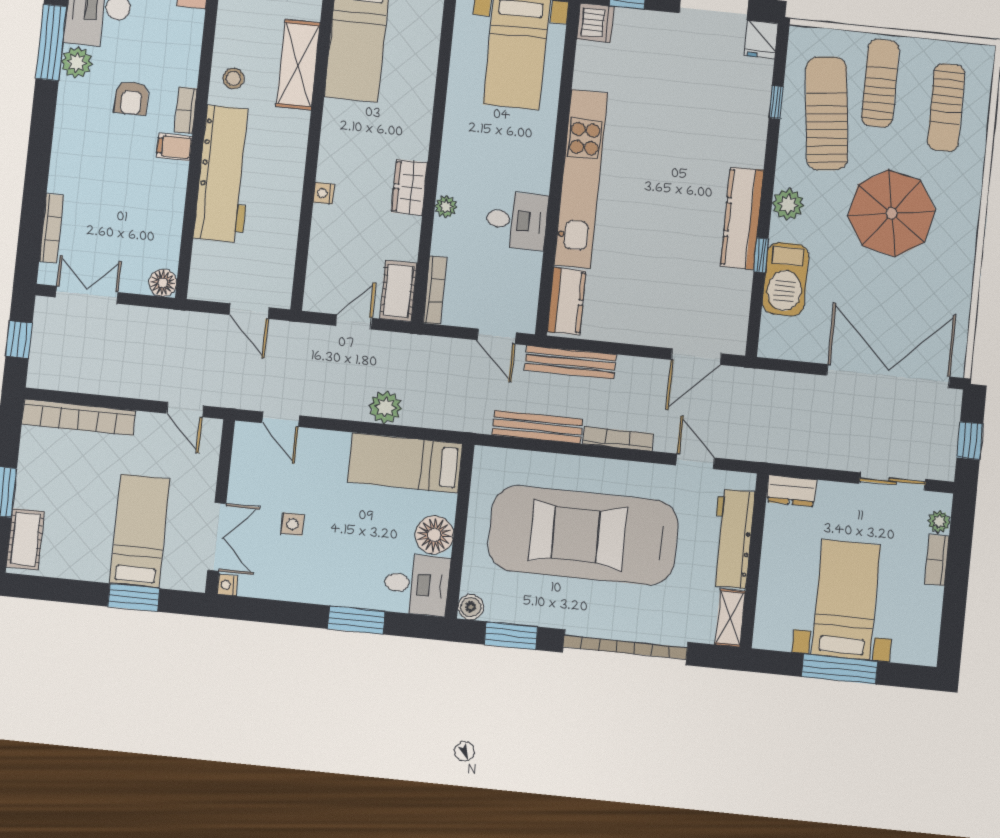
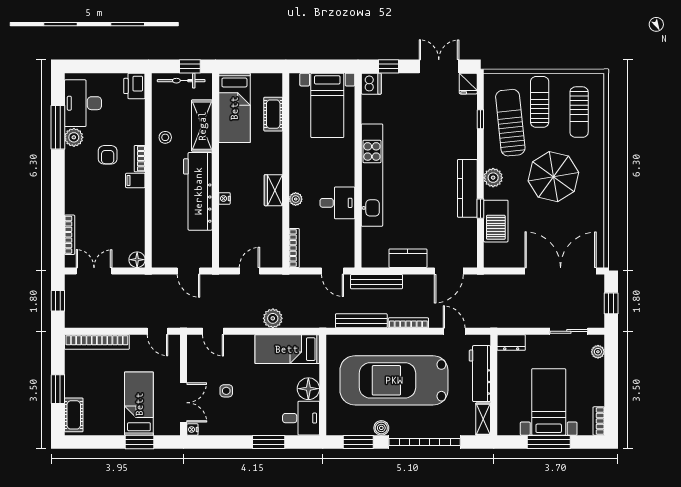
workbench: (224, 174) -> (198, 191), moved, turned 180
cot: (398, 291) -> (273, 114), moved
kitchen counter: (566, 301) -> (408, 258), moved, turned -90
bookcase: (937, 560) -> (599, 421), moved
boiler: (471, 607) -> (381, 428), moved

